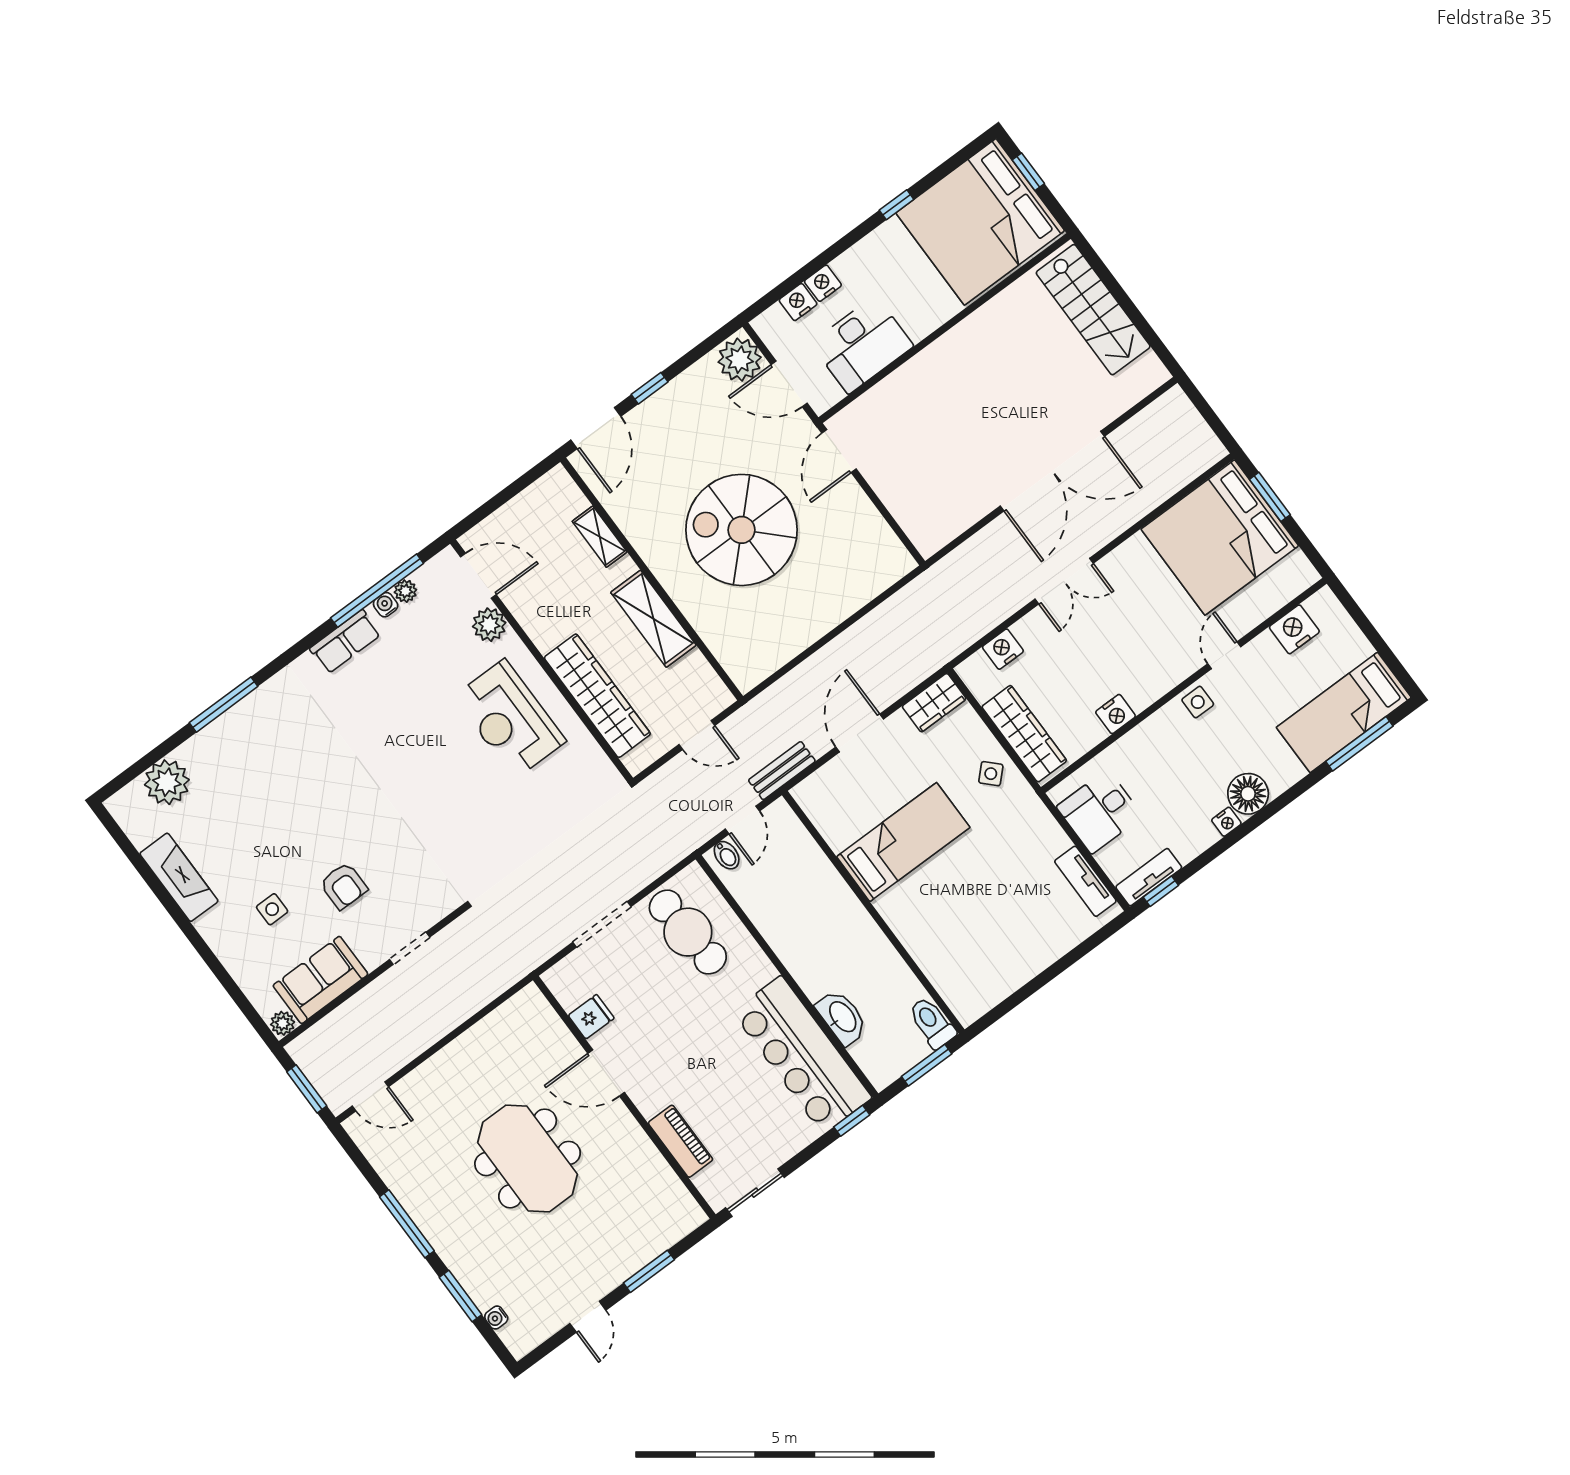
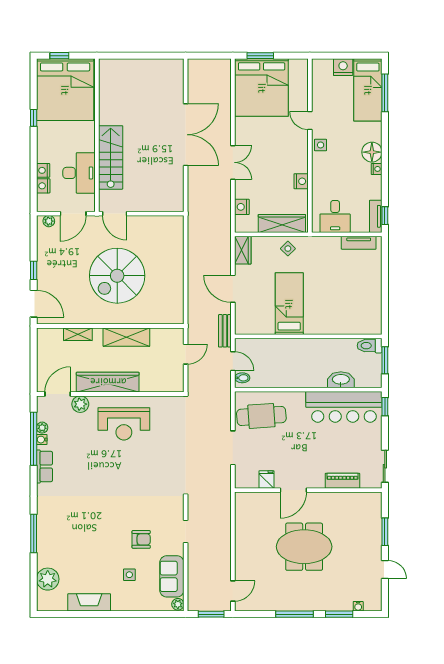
stairs: (1093, 310) -> (111, 157), moved, turned -90
plant: (740, 360) -> (49, 221), width x0.53, depth x0.53
nightstand: (1294, 629) -> (343, 67), moved, turned 90
wardrobe: (597, 696) -> (108, 382), moved

